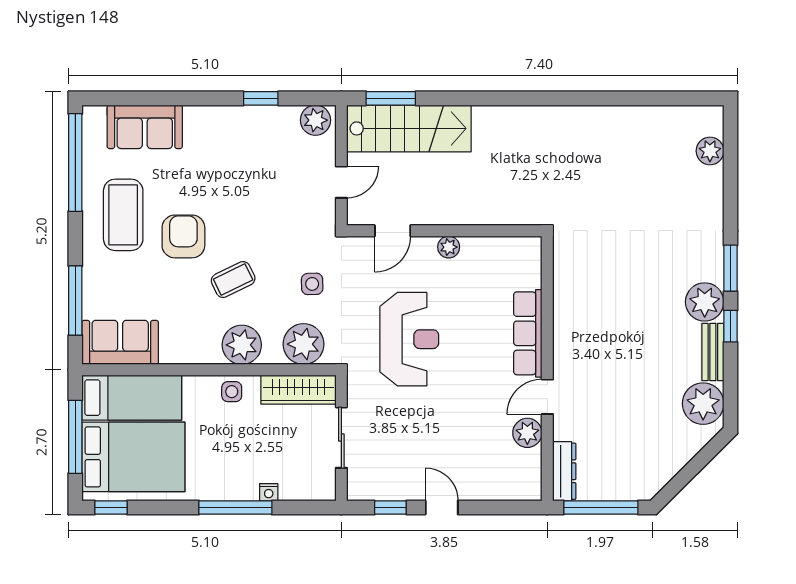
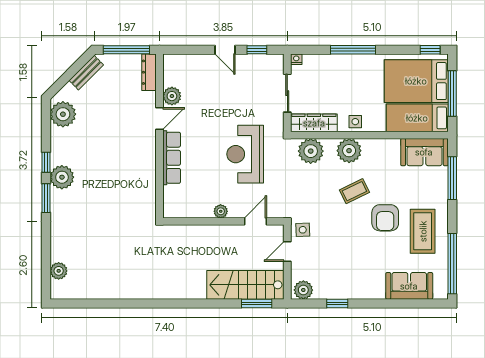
side table: (312, 284) -> (303, 230), moved
bench: (713, 352) -> (86, 73), moved, turned 45
nightstand: (269, 492) -> (296, 59), moved

